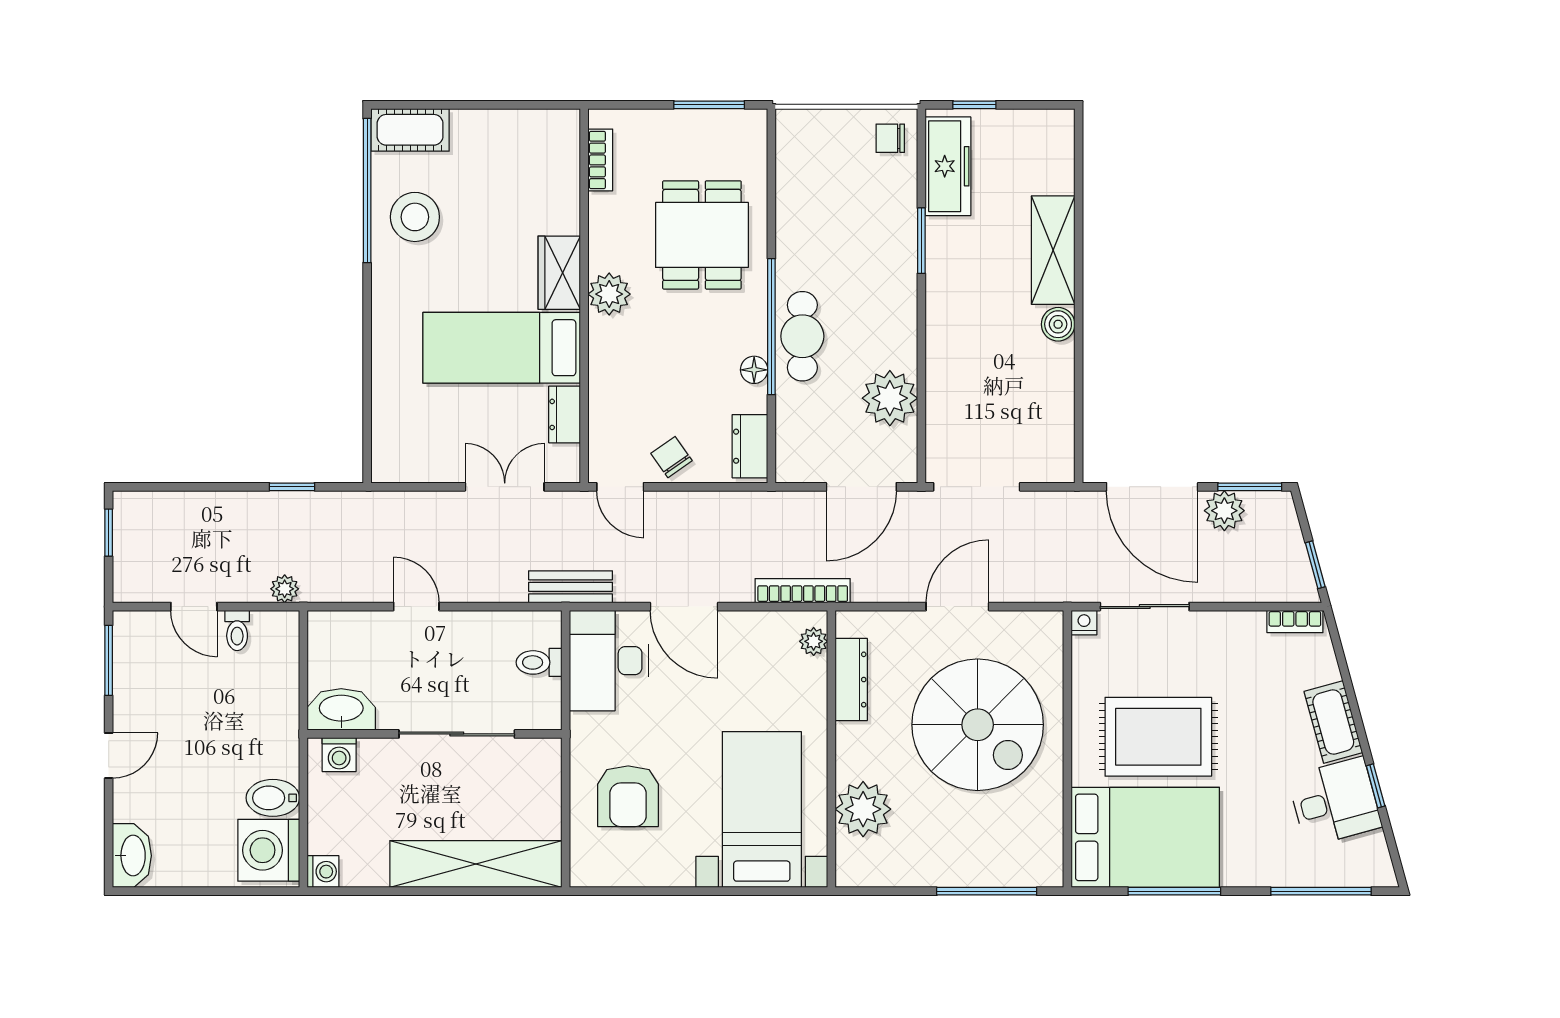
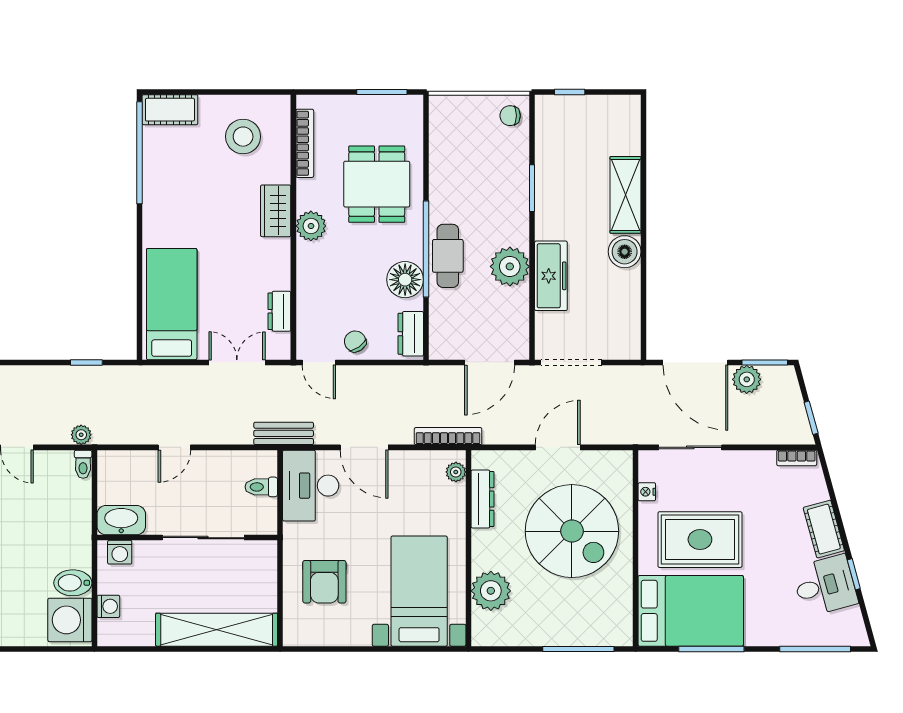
bookcase: (600, 160) -> (305, 143), width x1.56
freezer: (948, 166) -> (551, 276), moved
stool: (415, 217) -> (243, 137), moved
boiler: (1058, 324) -> (625, 252), width x1.36, depth x1.36
bed: (502, 348) -> (172, 304), moved, turned 90
floor lamp: (754, 370) -> (405, 280), width x1.89, depth x1.89
plant: (890, 398) -> (510, 266), moved
door: (416, 607) -> (174, 447), swing flipped
nightstand: (1084, 623) -> (647, 492), moved, turned -90
toilet: (237, 630) -> (83, 464), moved
washing machine: (323, 872) -> (108, 606), moved

